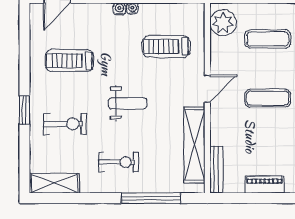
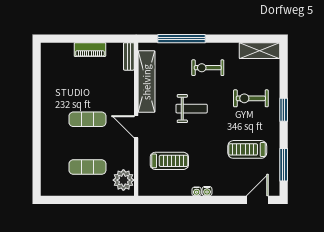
window: (25, 42) -> (284, 165), added
treadmill: (70, 61) -> (247, 149), turned 180
door: (207, 89) -> (136, 127), hinge flipped
weight bench: (128, 103) -> (192, 109), moved, turned 180
bench: (216, 170) -> (129, 56), width x0.73

